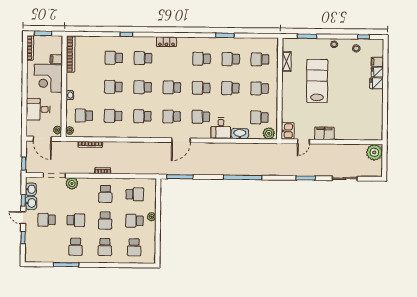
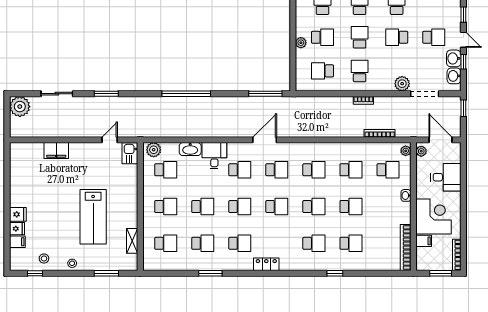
locker: (166, 42) -> (266, 264), moved
filing cabinet: (324, 133) -> (56, 151), moved
plant: (374, 152) -> (20, 107), moved

